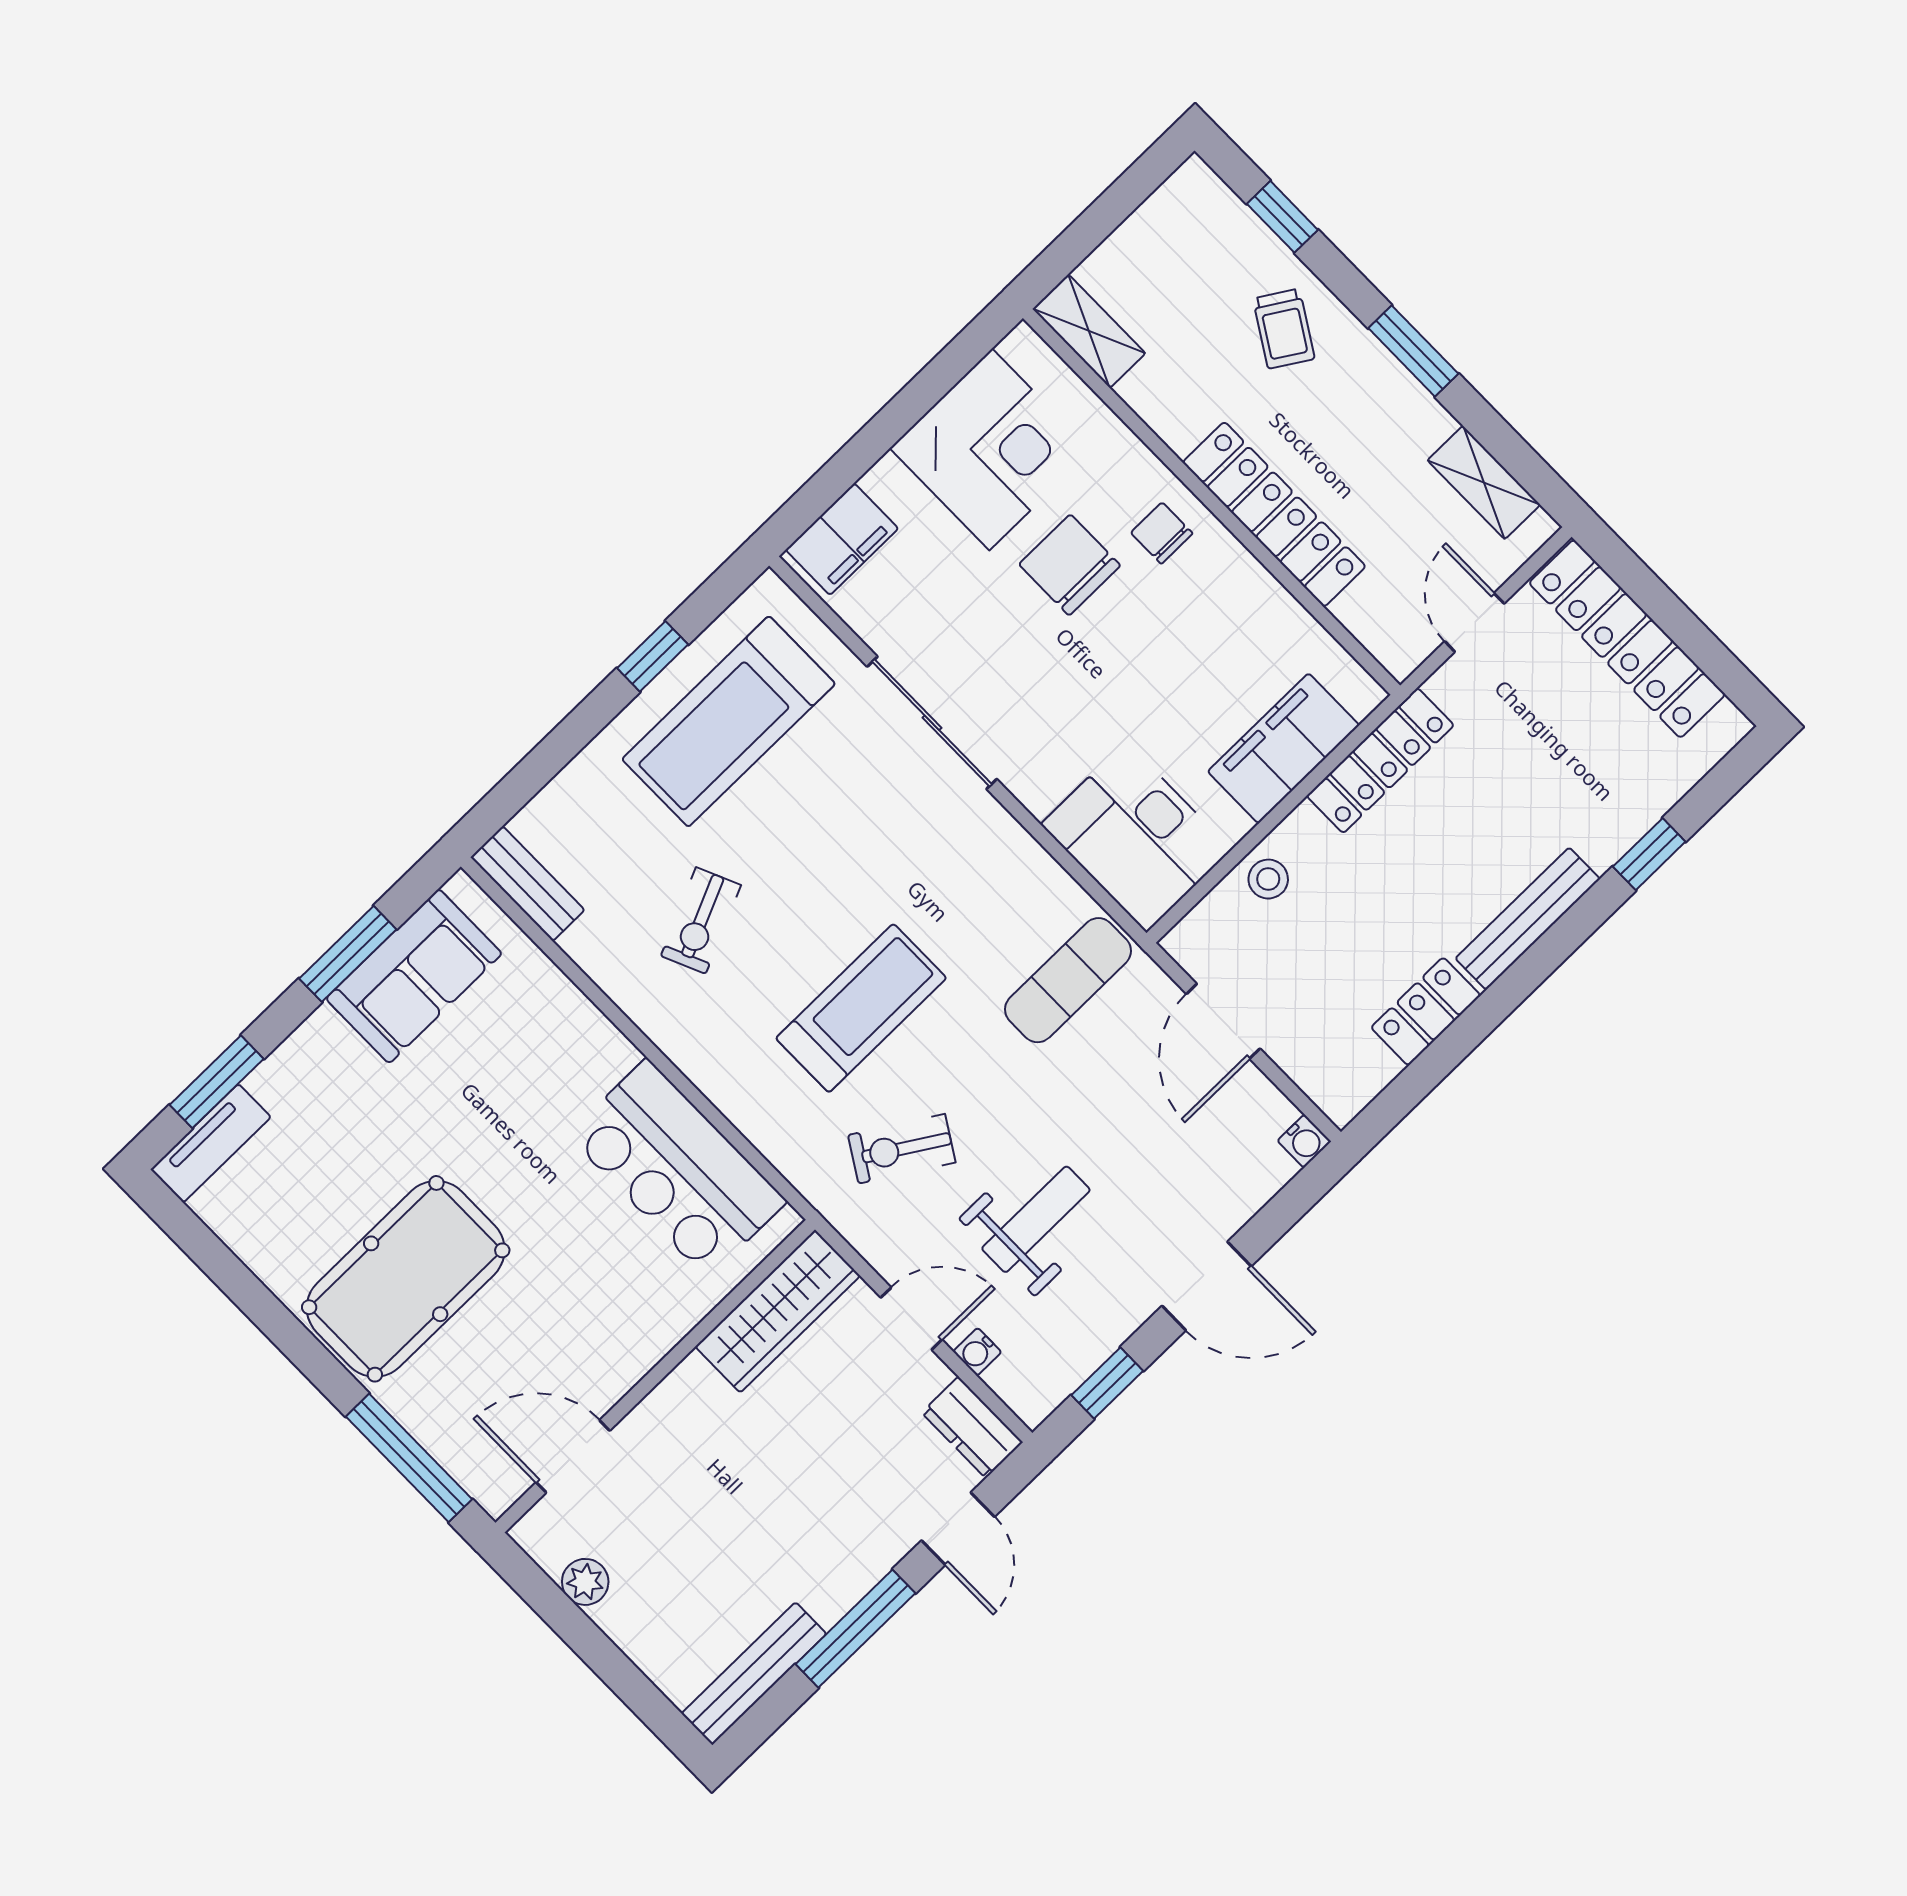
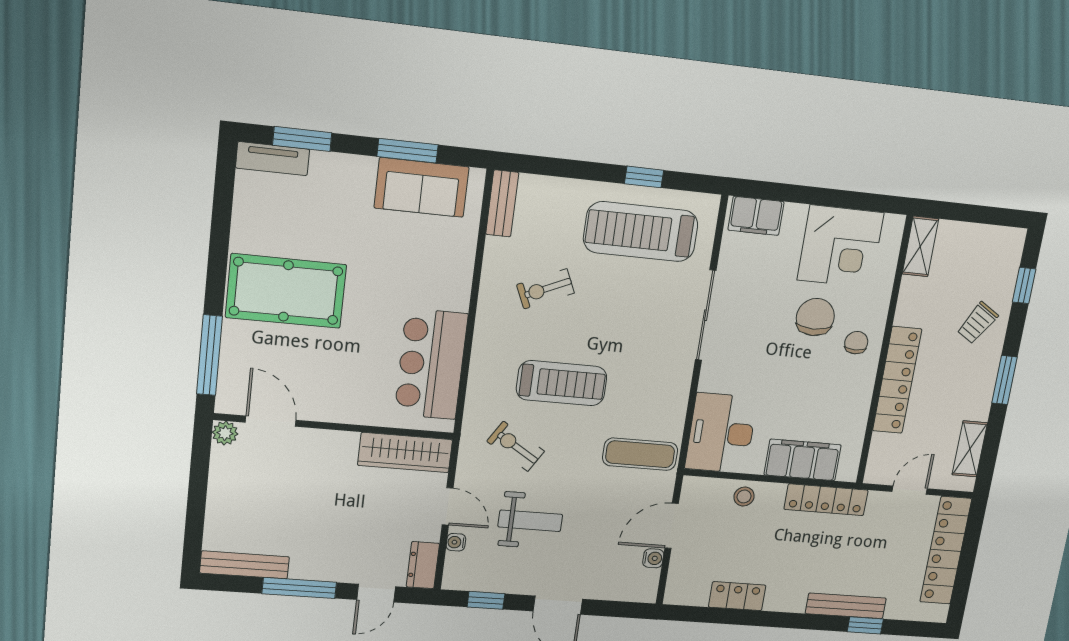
bench: (1528, 919) -> (846, 606), moved
water cooler: (1304, 1141) -> (653, 558), moved, turned -90
plant: (585, 1582) -> (225, 433), moved

